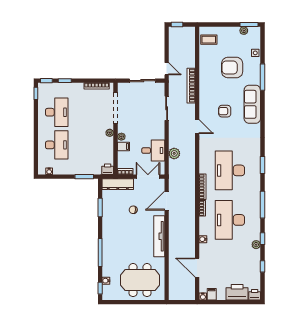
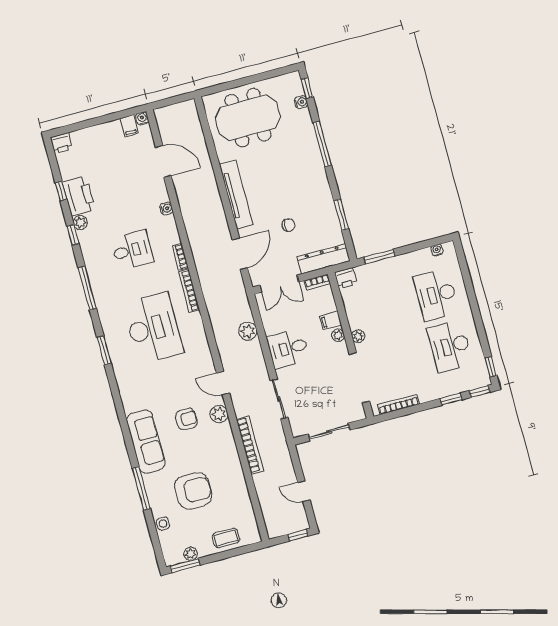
coffee table: (209, 40) -> (226, 538), moved
door: (167, 69) -> (304, 491), moved
plant: (205, 109) -> (219, 414), added
desk: (153, 151) -> (288, 349), moved
desk: (230, 220) -> (132, 250), width x0.53, depth x0.77
printer: (237, 292) -> (79, 196), moved, turned -90

